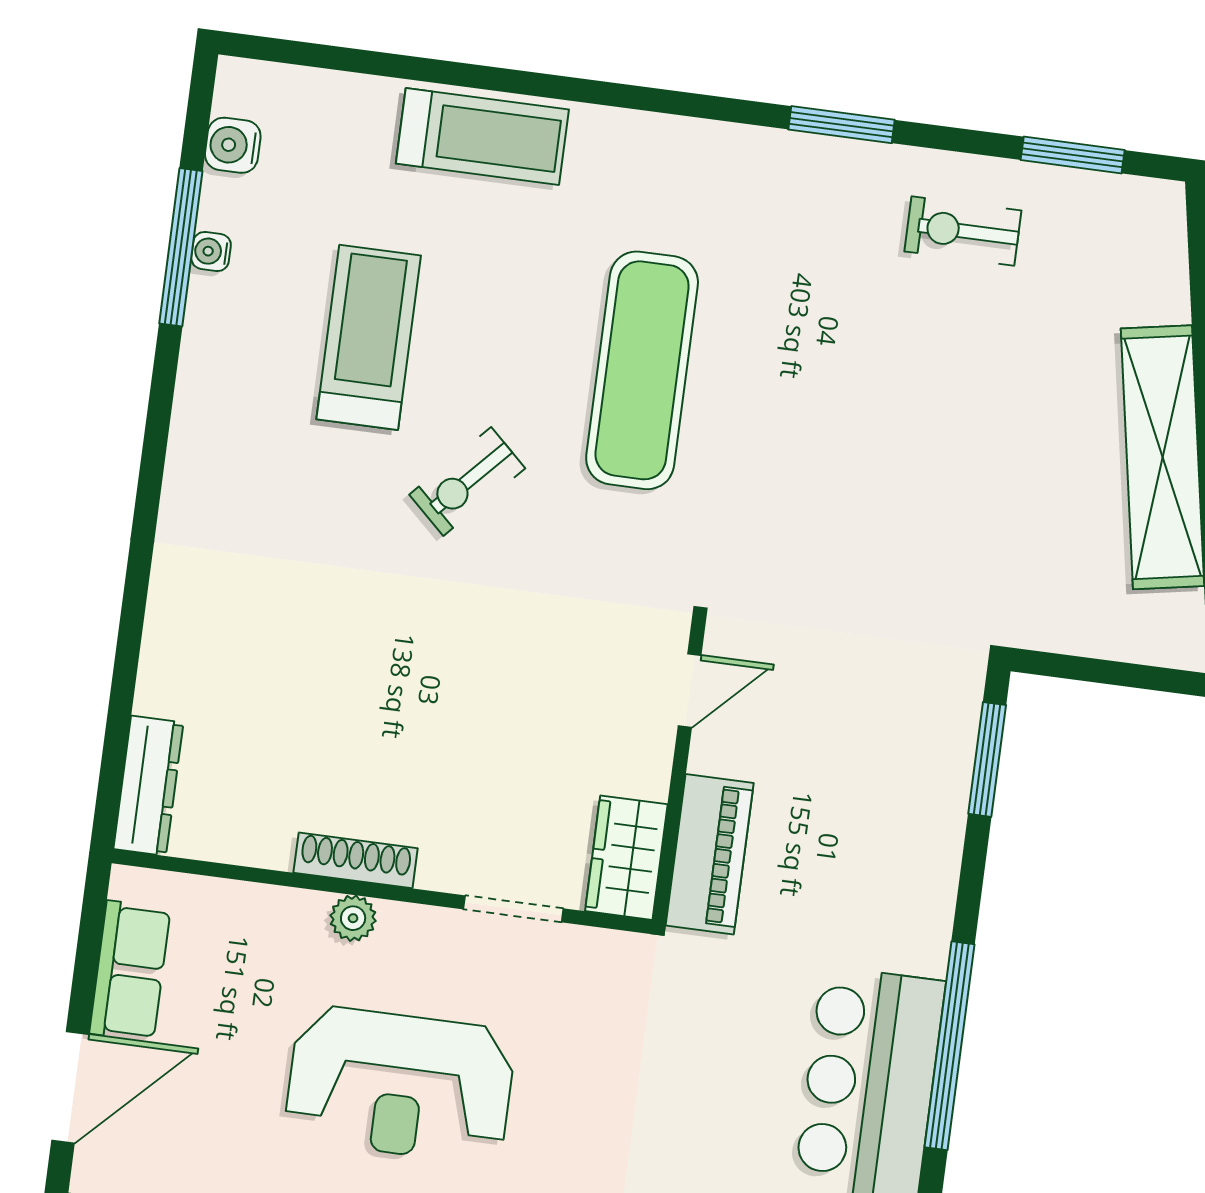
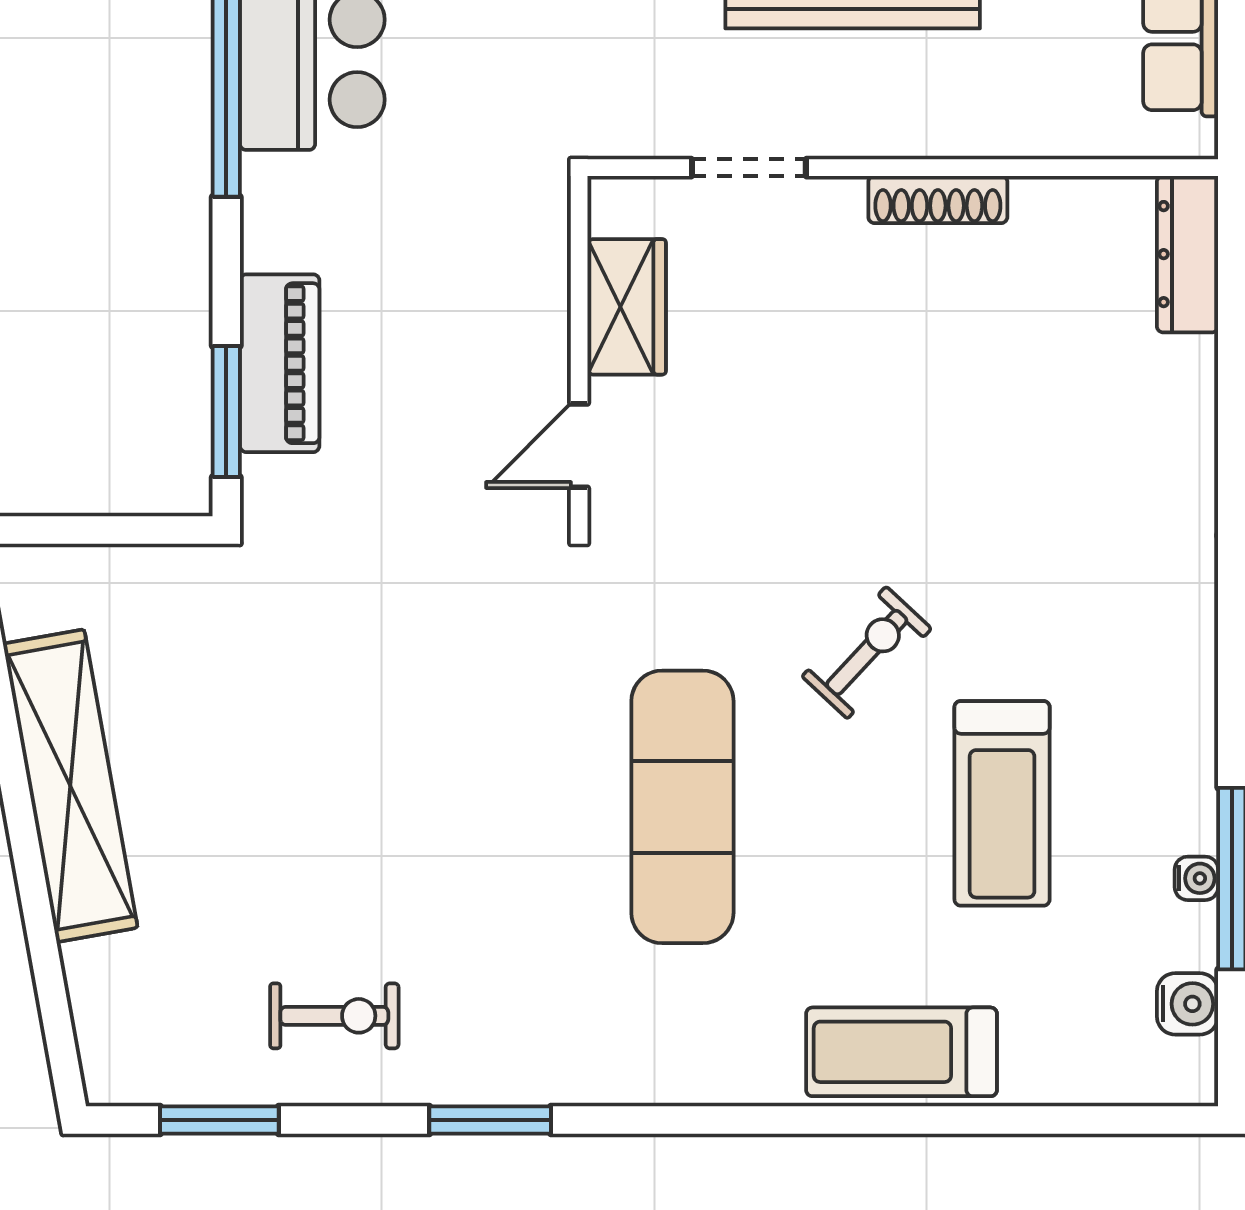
piano: (710, 854) -> (280, 363), moved, turned 180
wardrobe: (626, 858) -> (627, 307), moved
plant: (353, 918) -> (932, 133), removed

